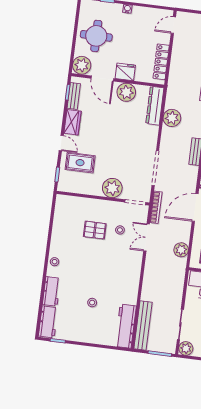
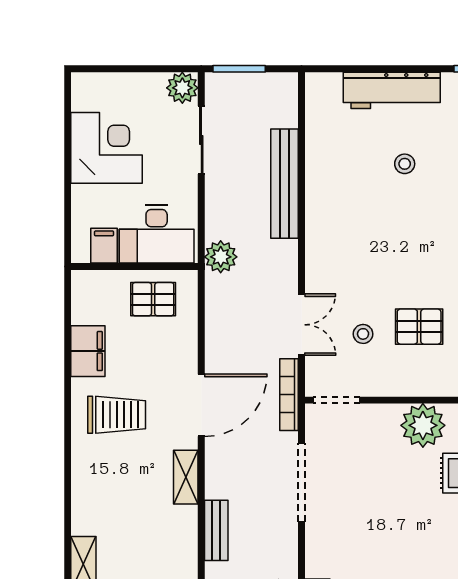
plant: (112, 188) -> (423, 425), moved
plant: (181, 250) -> (221, 257), moved
workbench: (126, 326) -> (392, 90), moved, turned 90
bench: (143, 326) -> (285, 184), moved

